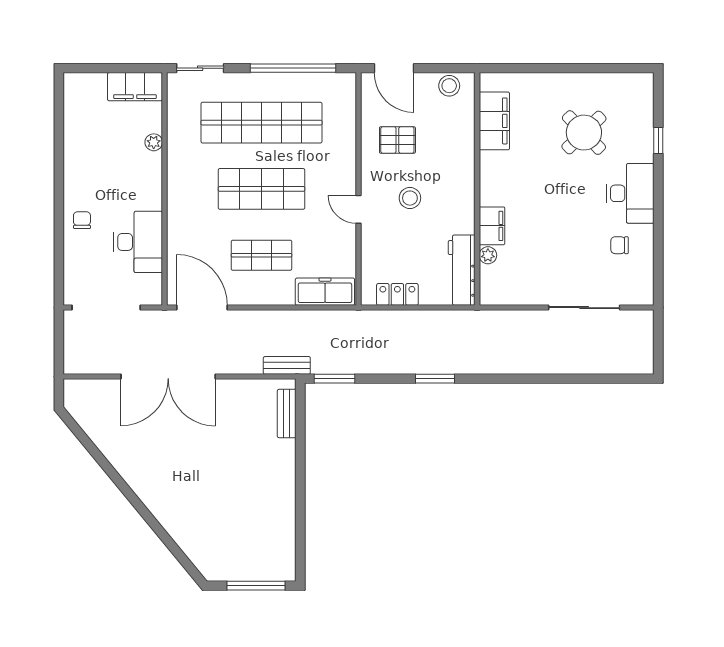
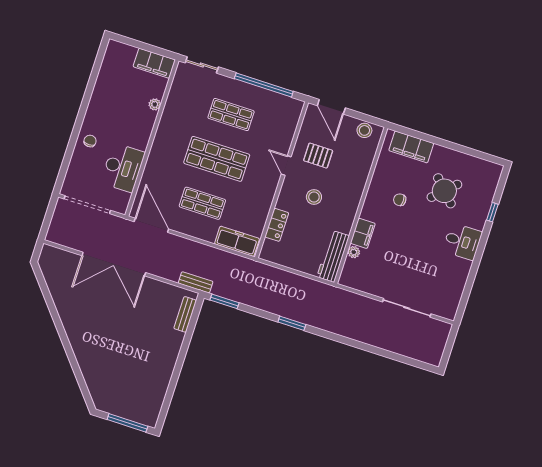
filing cabinet: (494, 121) -> (411, 147), moved, turned 90
shop shelf: (261, 123) -> (231, 115), width x0.50, depth x0.74
desk: (630, 193) -> (462, 241), width x0.73
door: (359, 209) -> (286, 166), moved
chair: (620, 245) -> (400, 200), moved
locker: (397, 294) -> (277, 225), moved, turned 90

